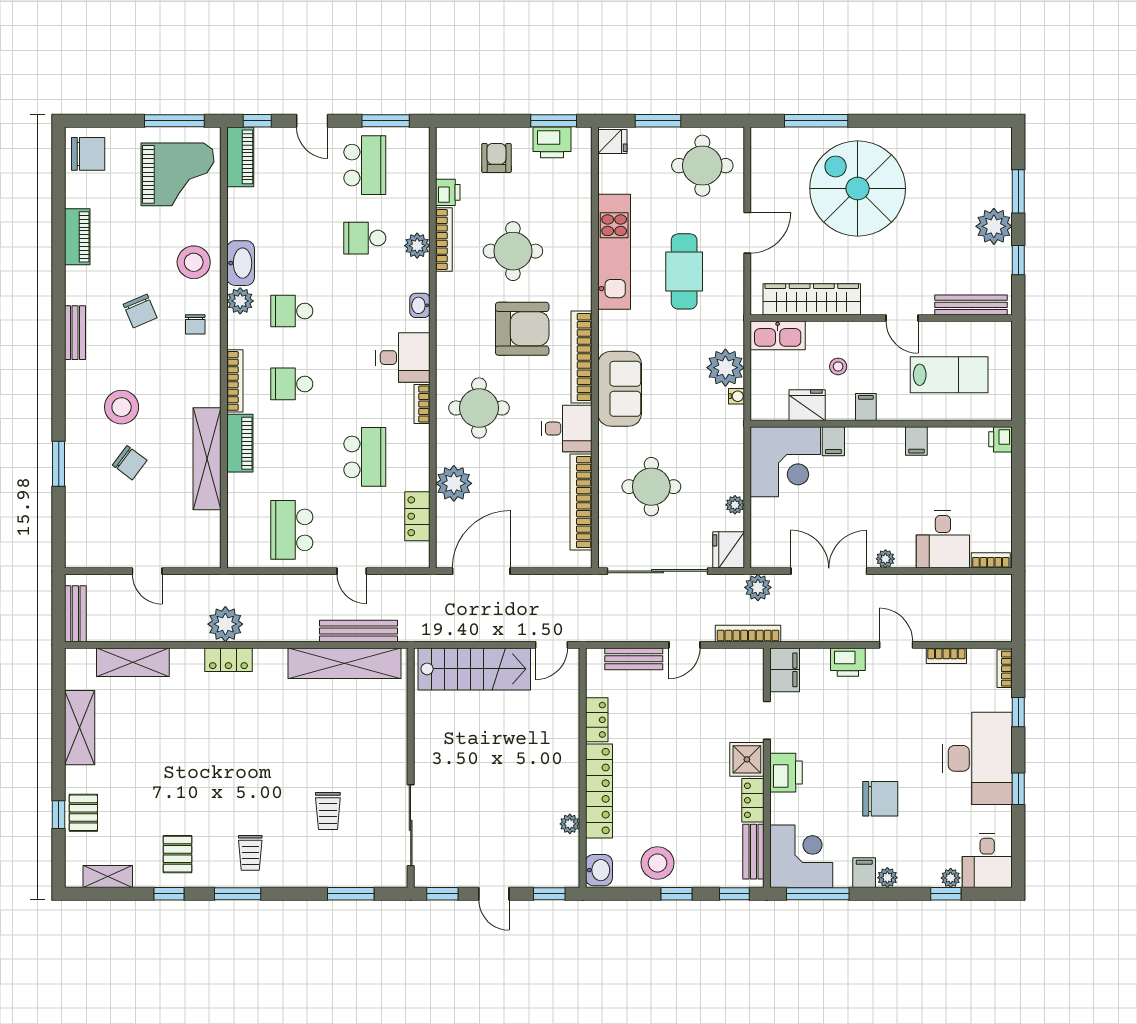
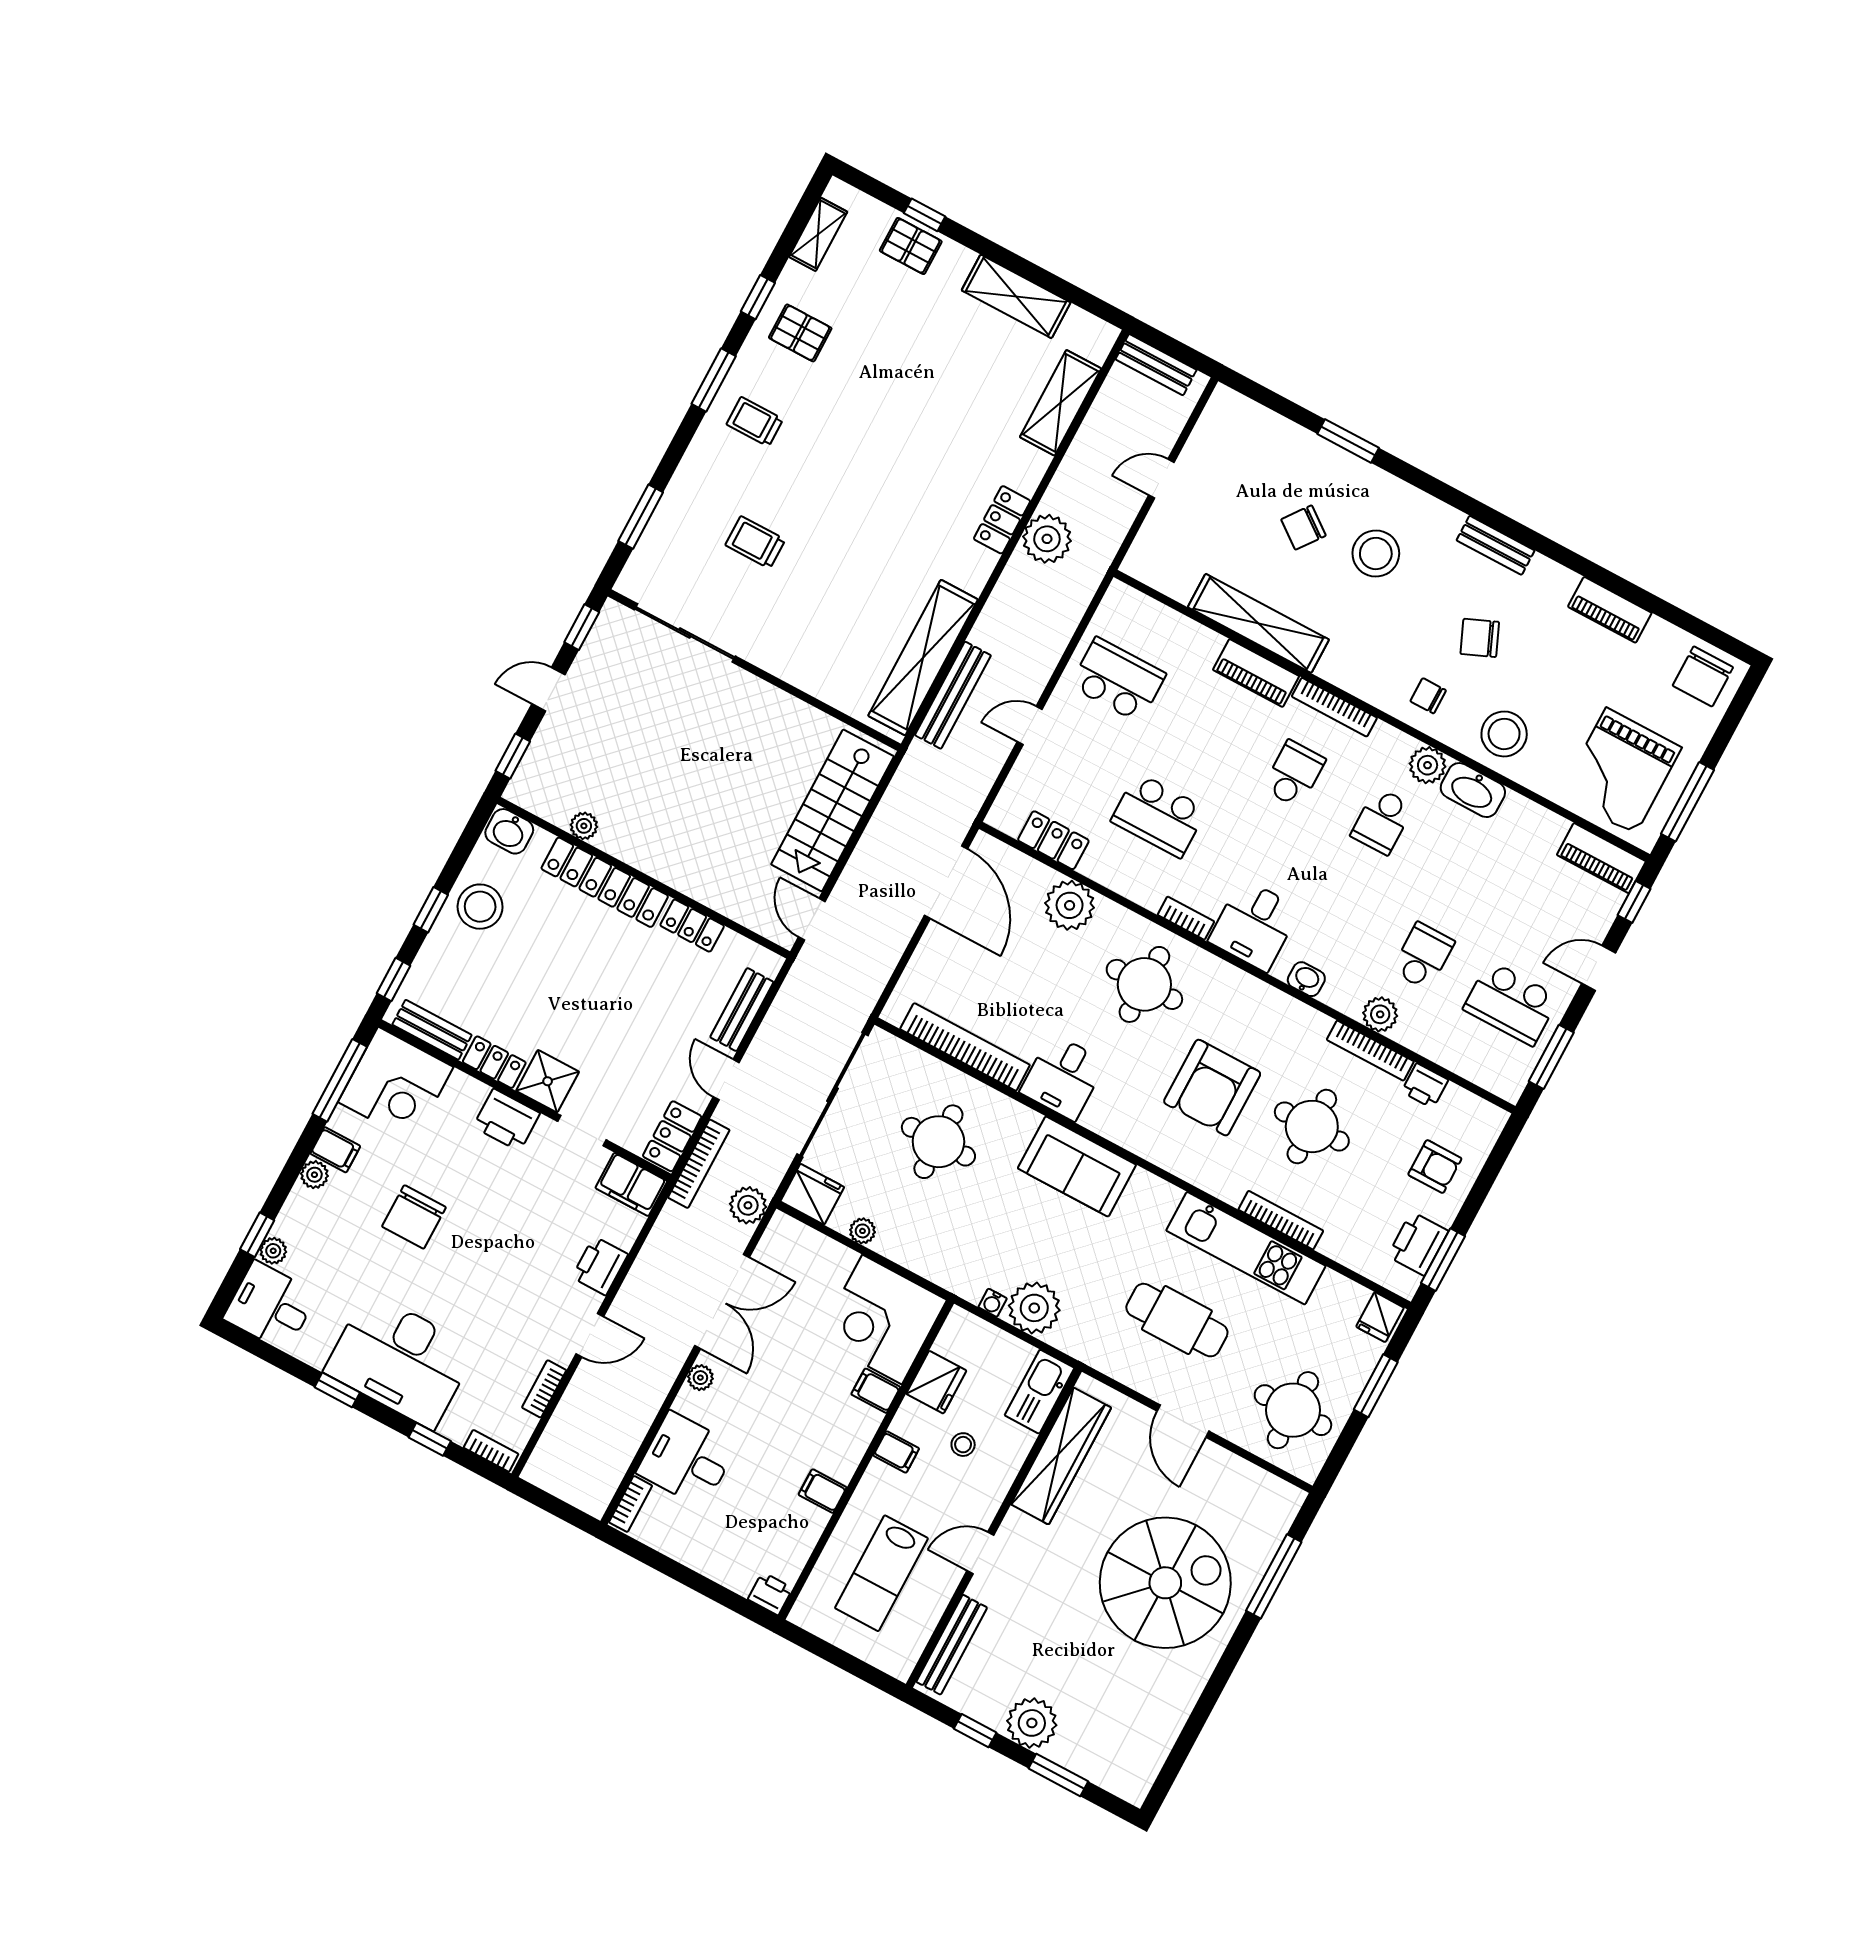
school desk: (292, 311) -> (1382, 821), turned 180
bookcase: (582, 357) -> (1281, 1220), moved, width x0.68, depth x0.76
locker: (739, 660) -> (672, 1136), added

